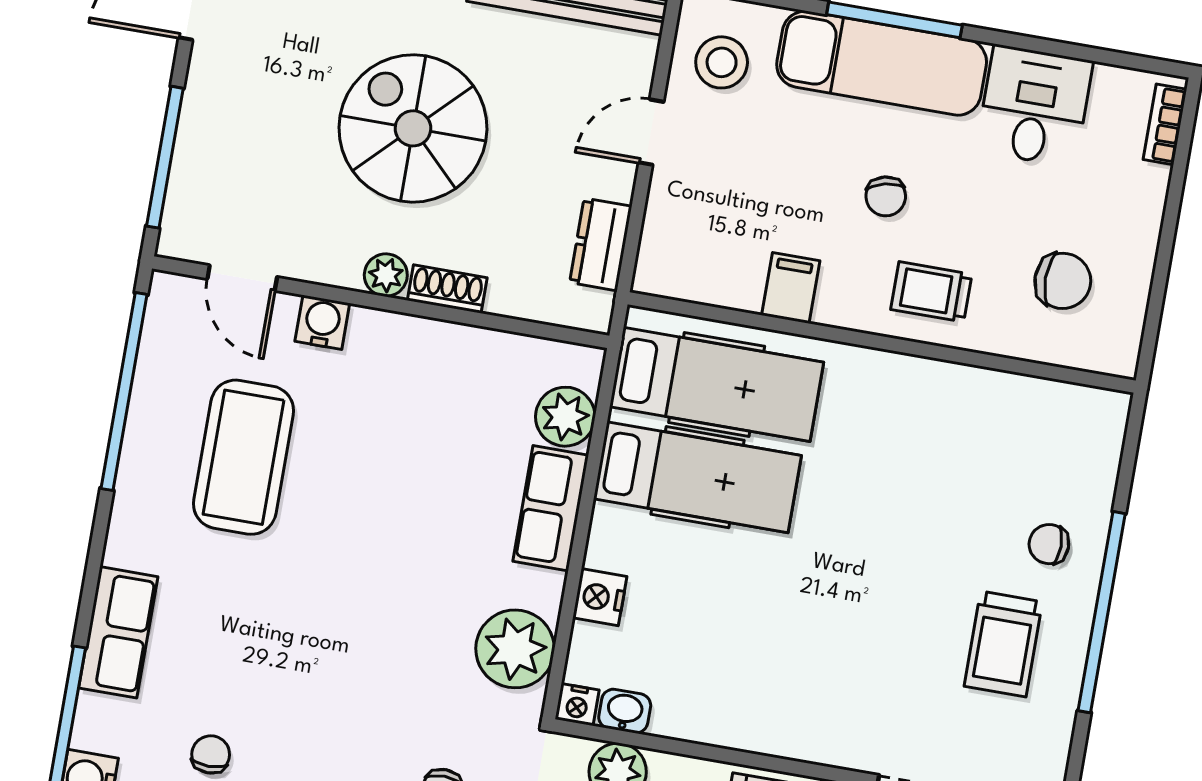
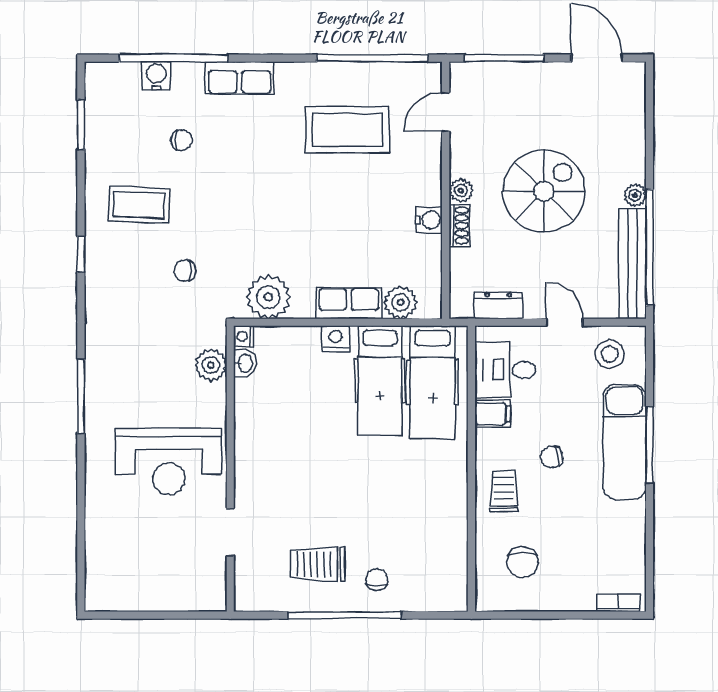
desk: (1034, 106) -> (505, 370), moved, turned 180
water cooler: (322, 322) -> (429, 220), moved
nightstand: (600, 597) -> (336, 339), moved

